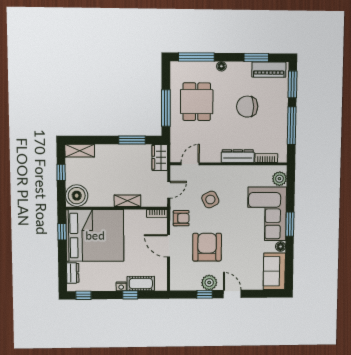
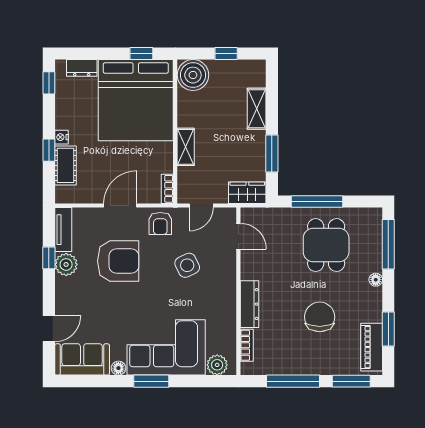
dining table: (197, 102) -> (326, 245), turned 90
shelving: (80, 151) -> (257, 109), moved
door: (169, 190) -> (201, 205), hinge flipped
tv unit: (185, 285) -> (63, 230), added
door: (232, 294) -> (49, 329), moved

